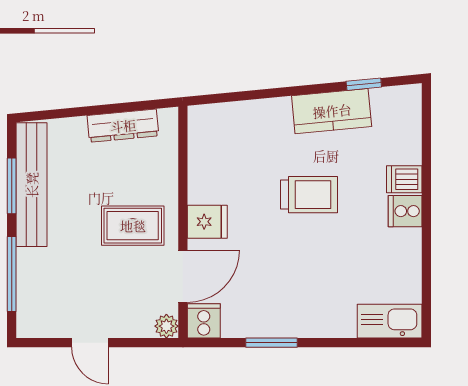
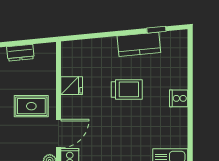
dresser: (123, 126) -> (20, 53), width x0.70
dishwasher: (404, 179) -> (178, 81), removed
fridge: (207, 222) -> (72, 86), moved

